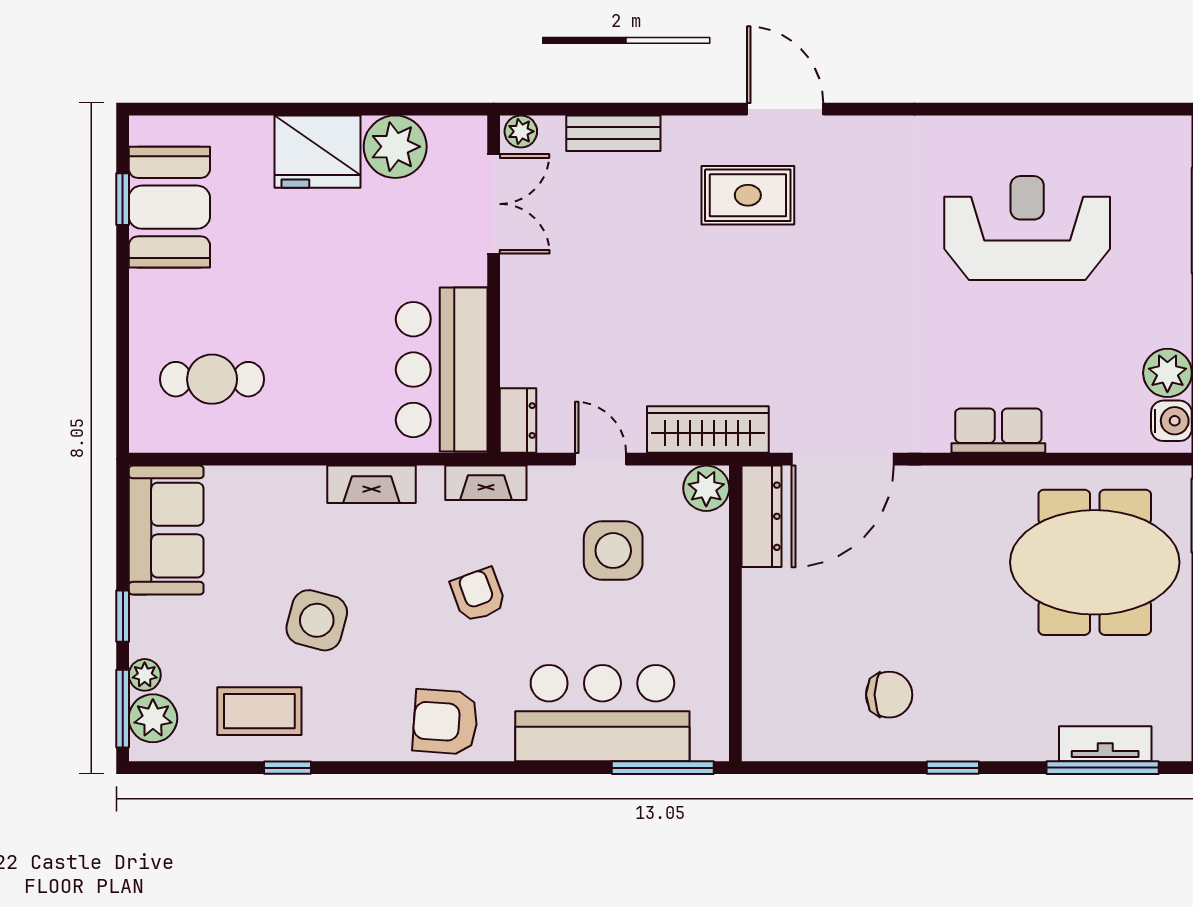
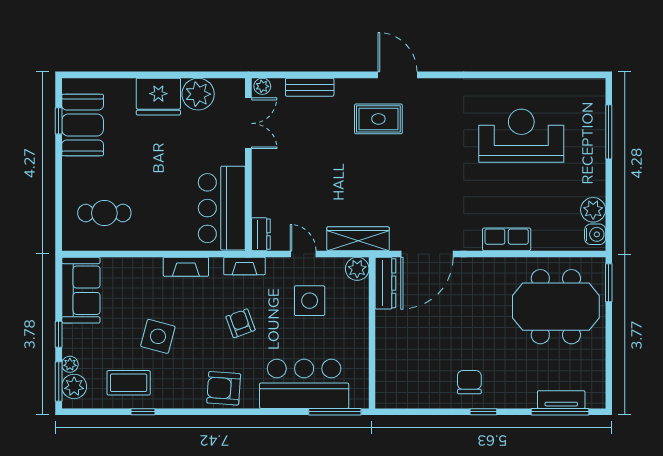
chair: (889, 695) -> (469, 382), moved, turned -90

